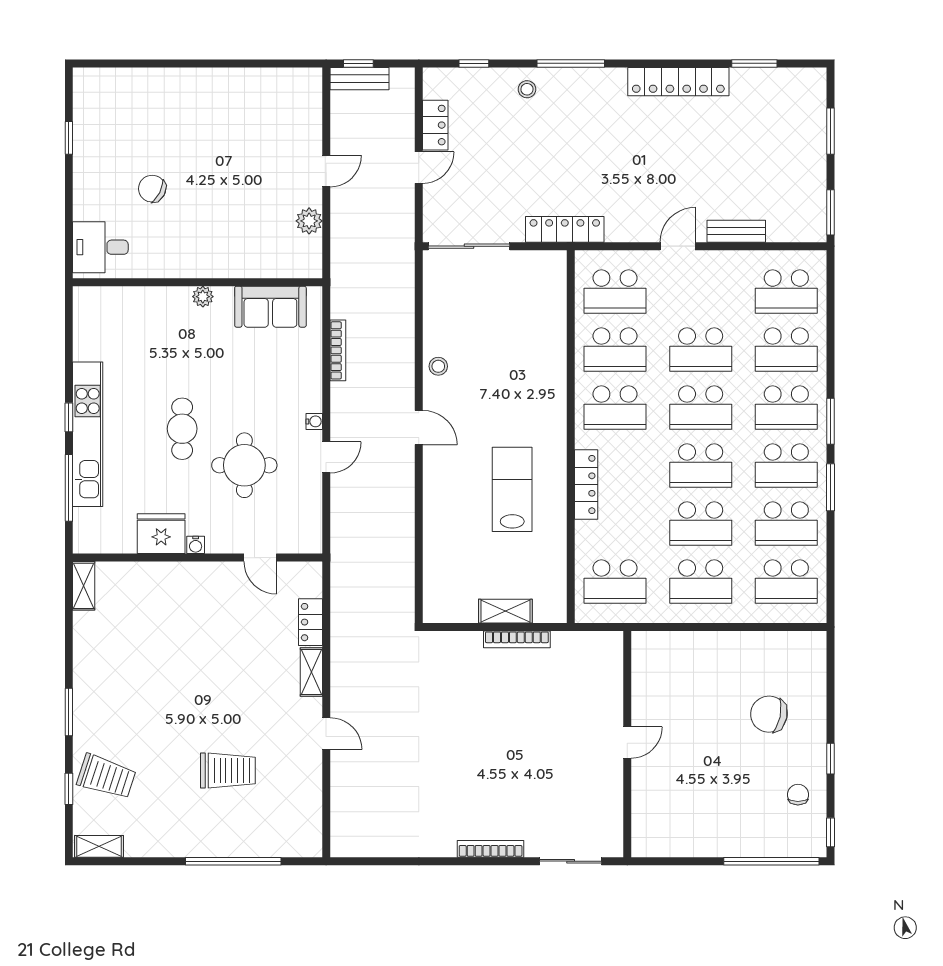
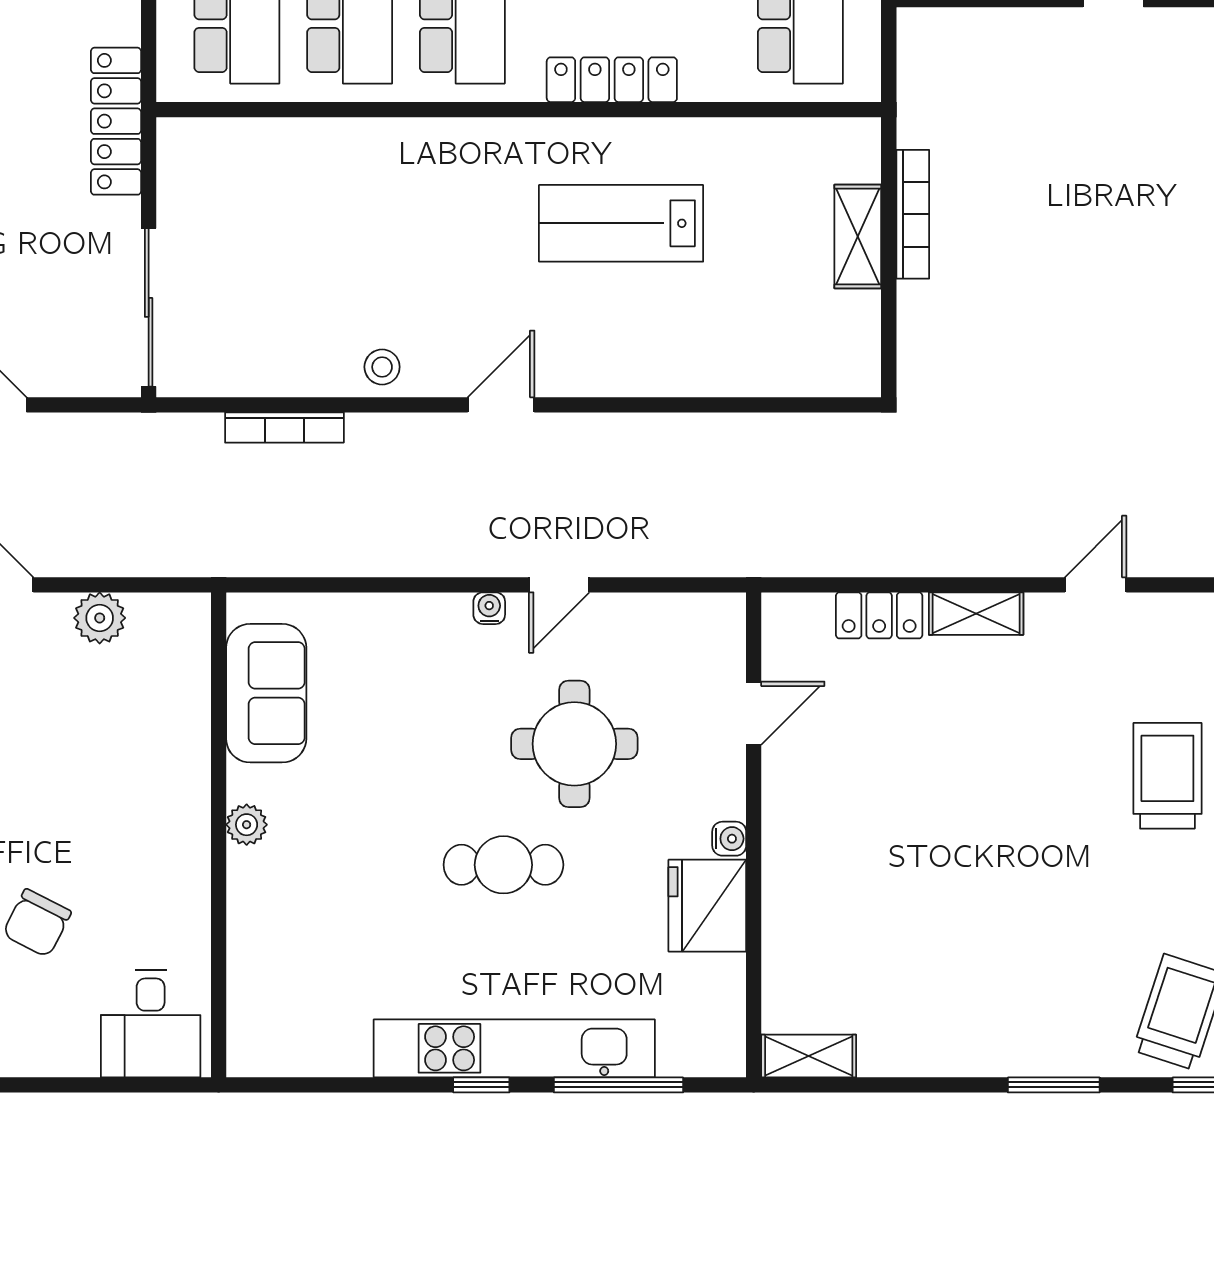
bookcase: (338, 350) -> (284, 427), moved, turned 180
door: (326, 457) -> (559, 585), swing flipped

